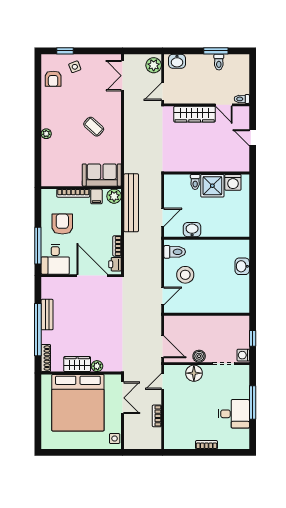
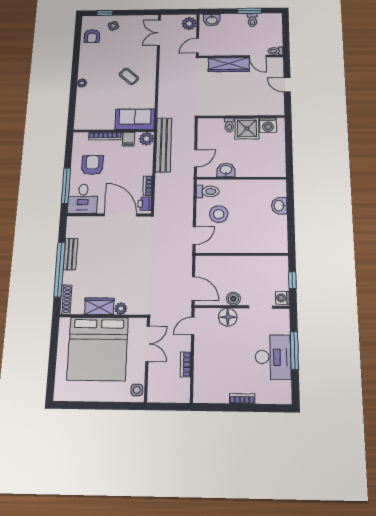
desk: (234, 414) -> (273, 357), width x1.37

